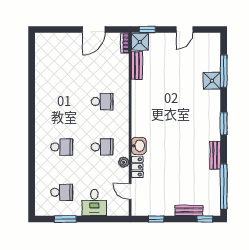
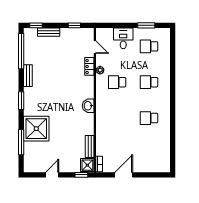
shower: (212, 81) -> (36, 129), width x1.86, depth x1.86
school desk: (102, 102) -> (149, 118), moved
washbasin: (139, 146) -> (88, 106), moved

